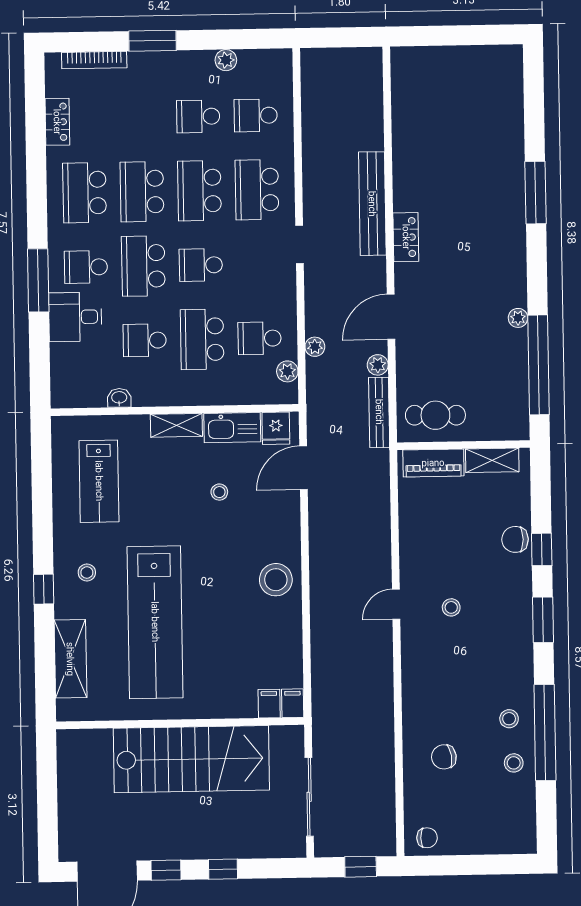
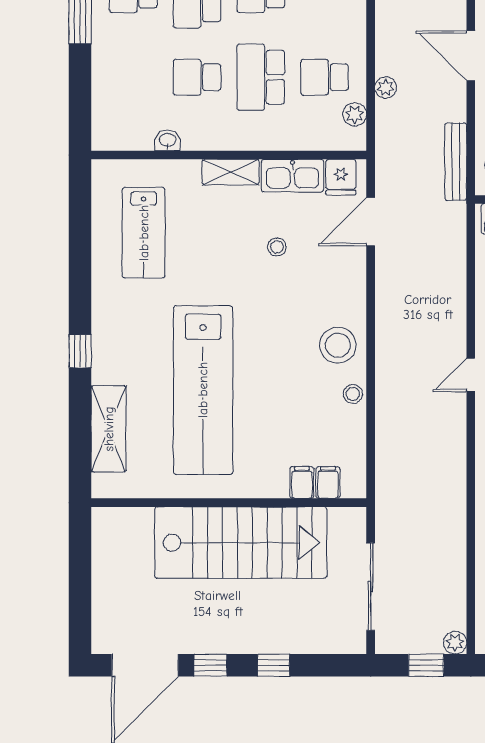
desk: (75, 317) -> (120, 50), removed
door: (391, 317) -> (471, 56), hinge flipped
plant: (378, 365) -> (455, 643), moved
stool: (87, 573) -> (353, 394), moved
filing cabinet: (293, 703) -> (302, 483), moved

